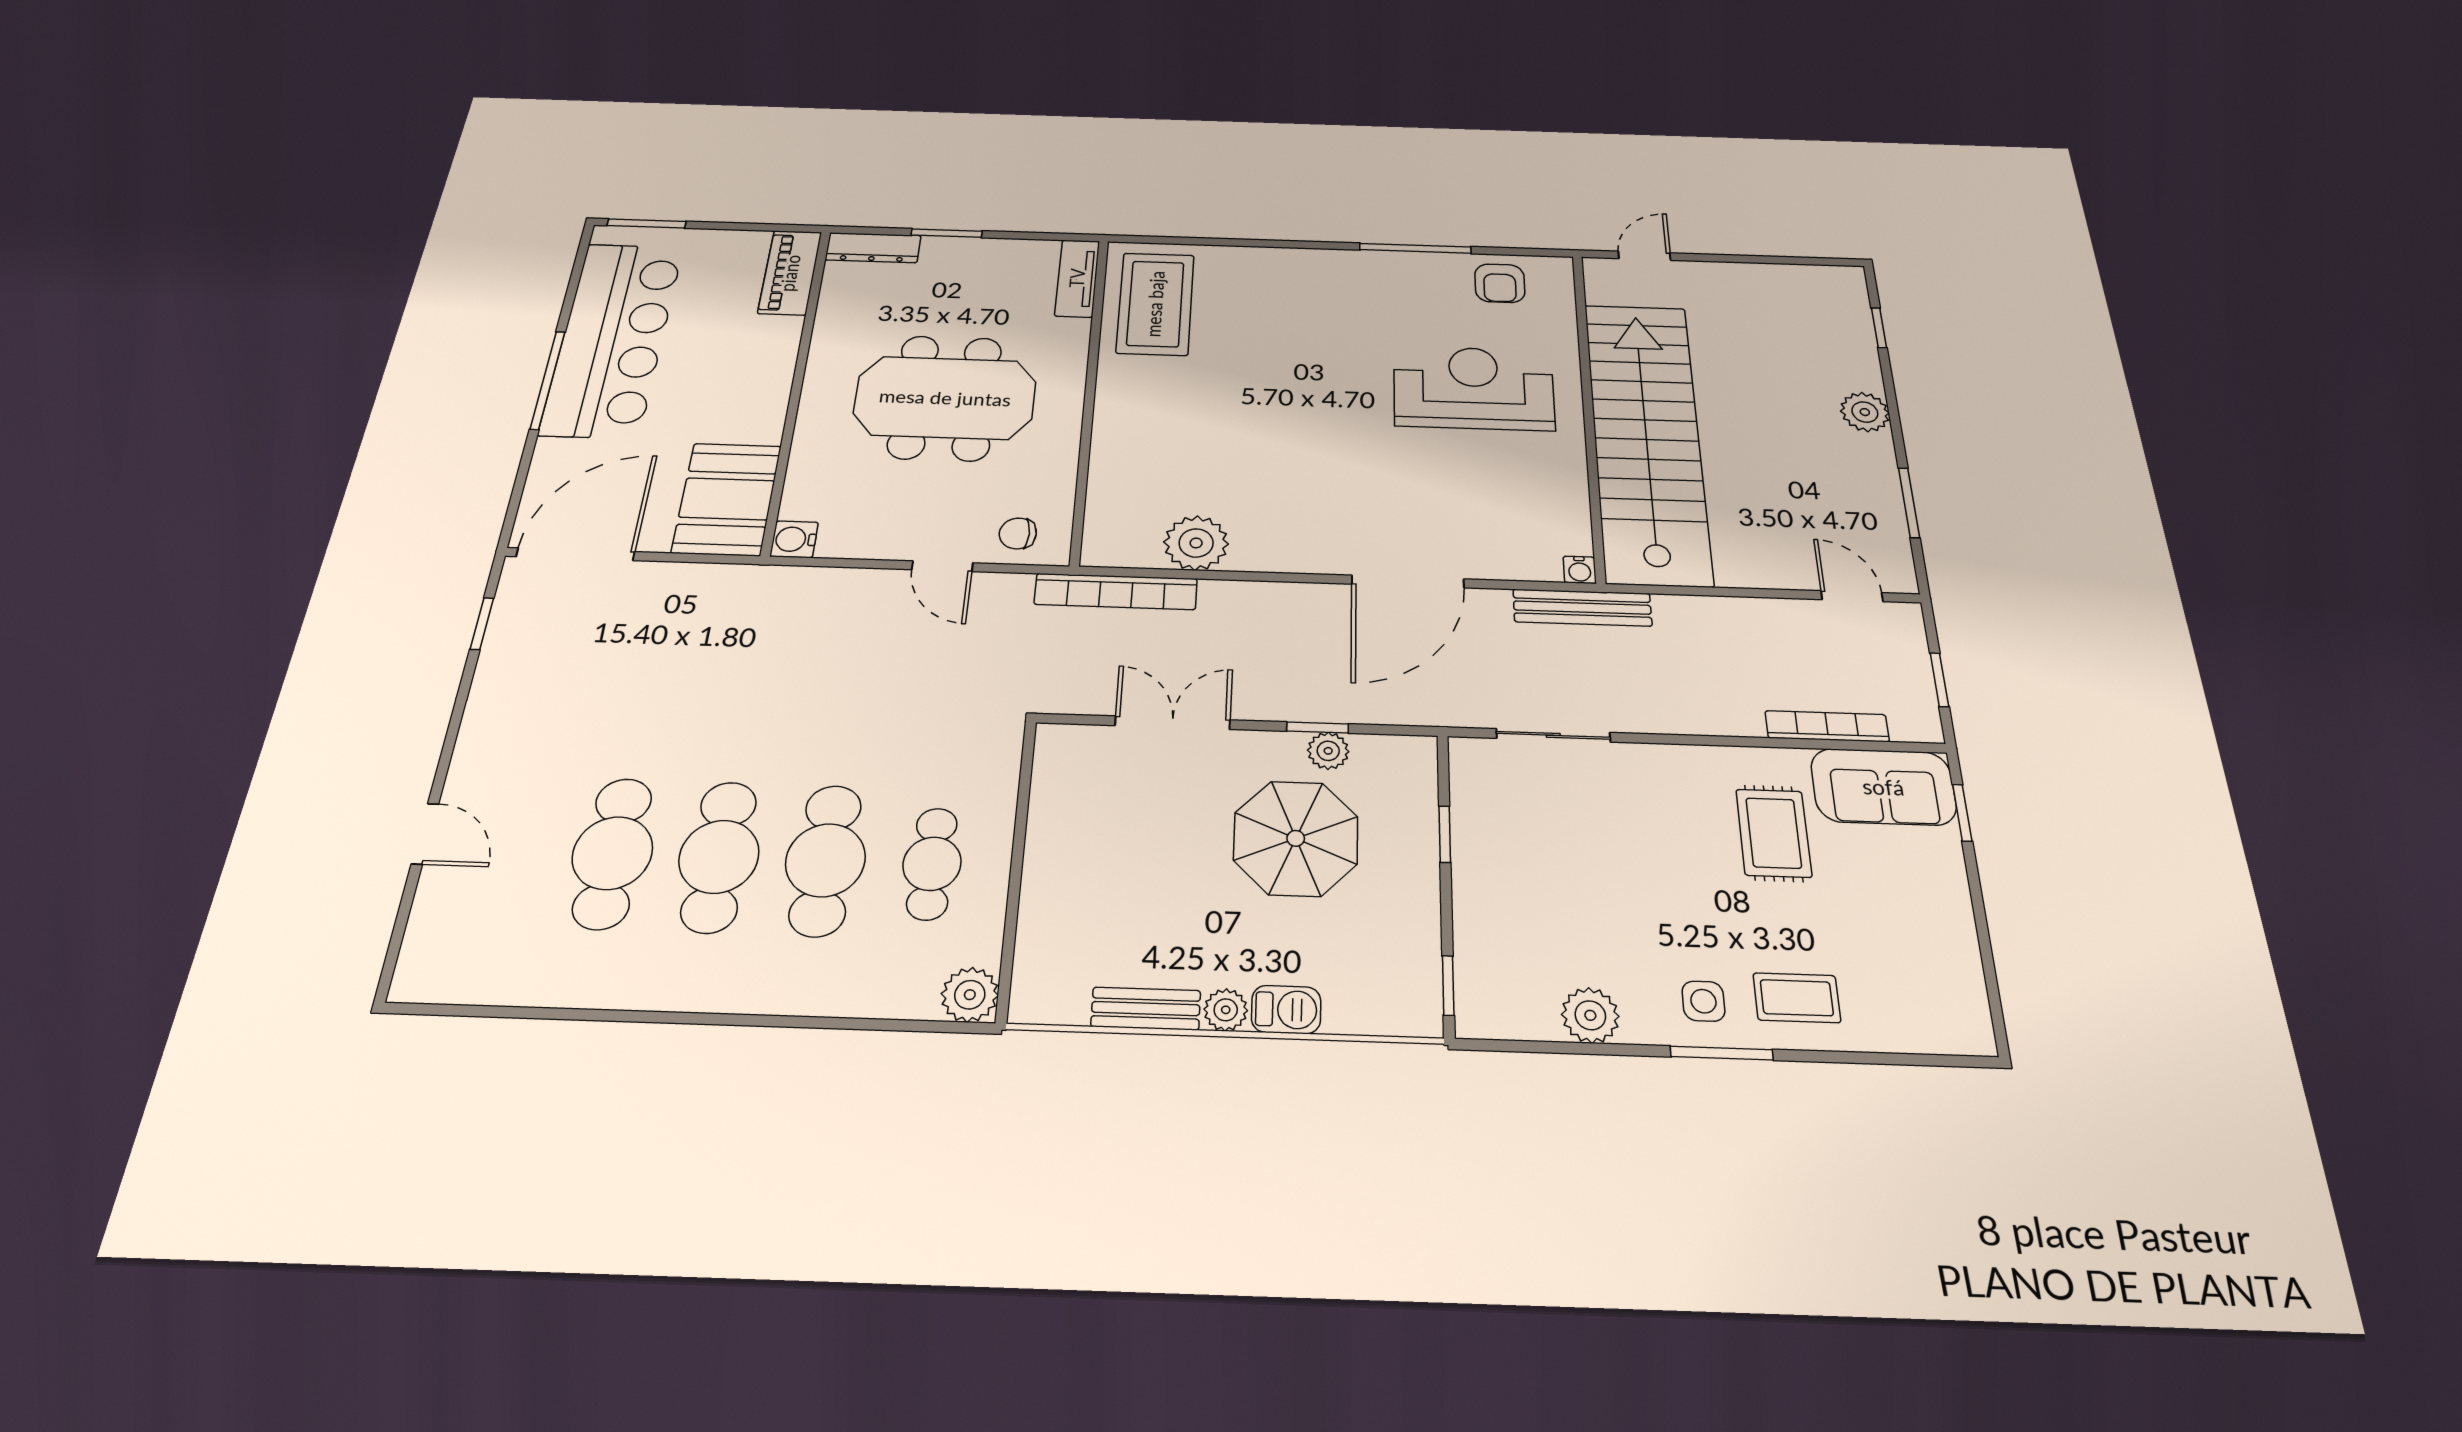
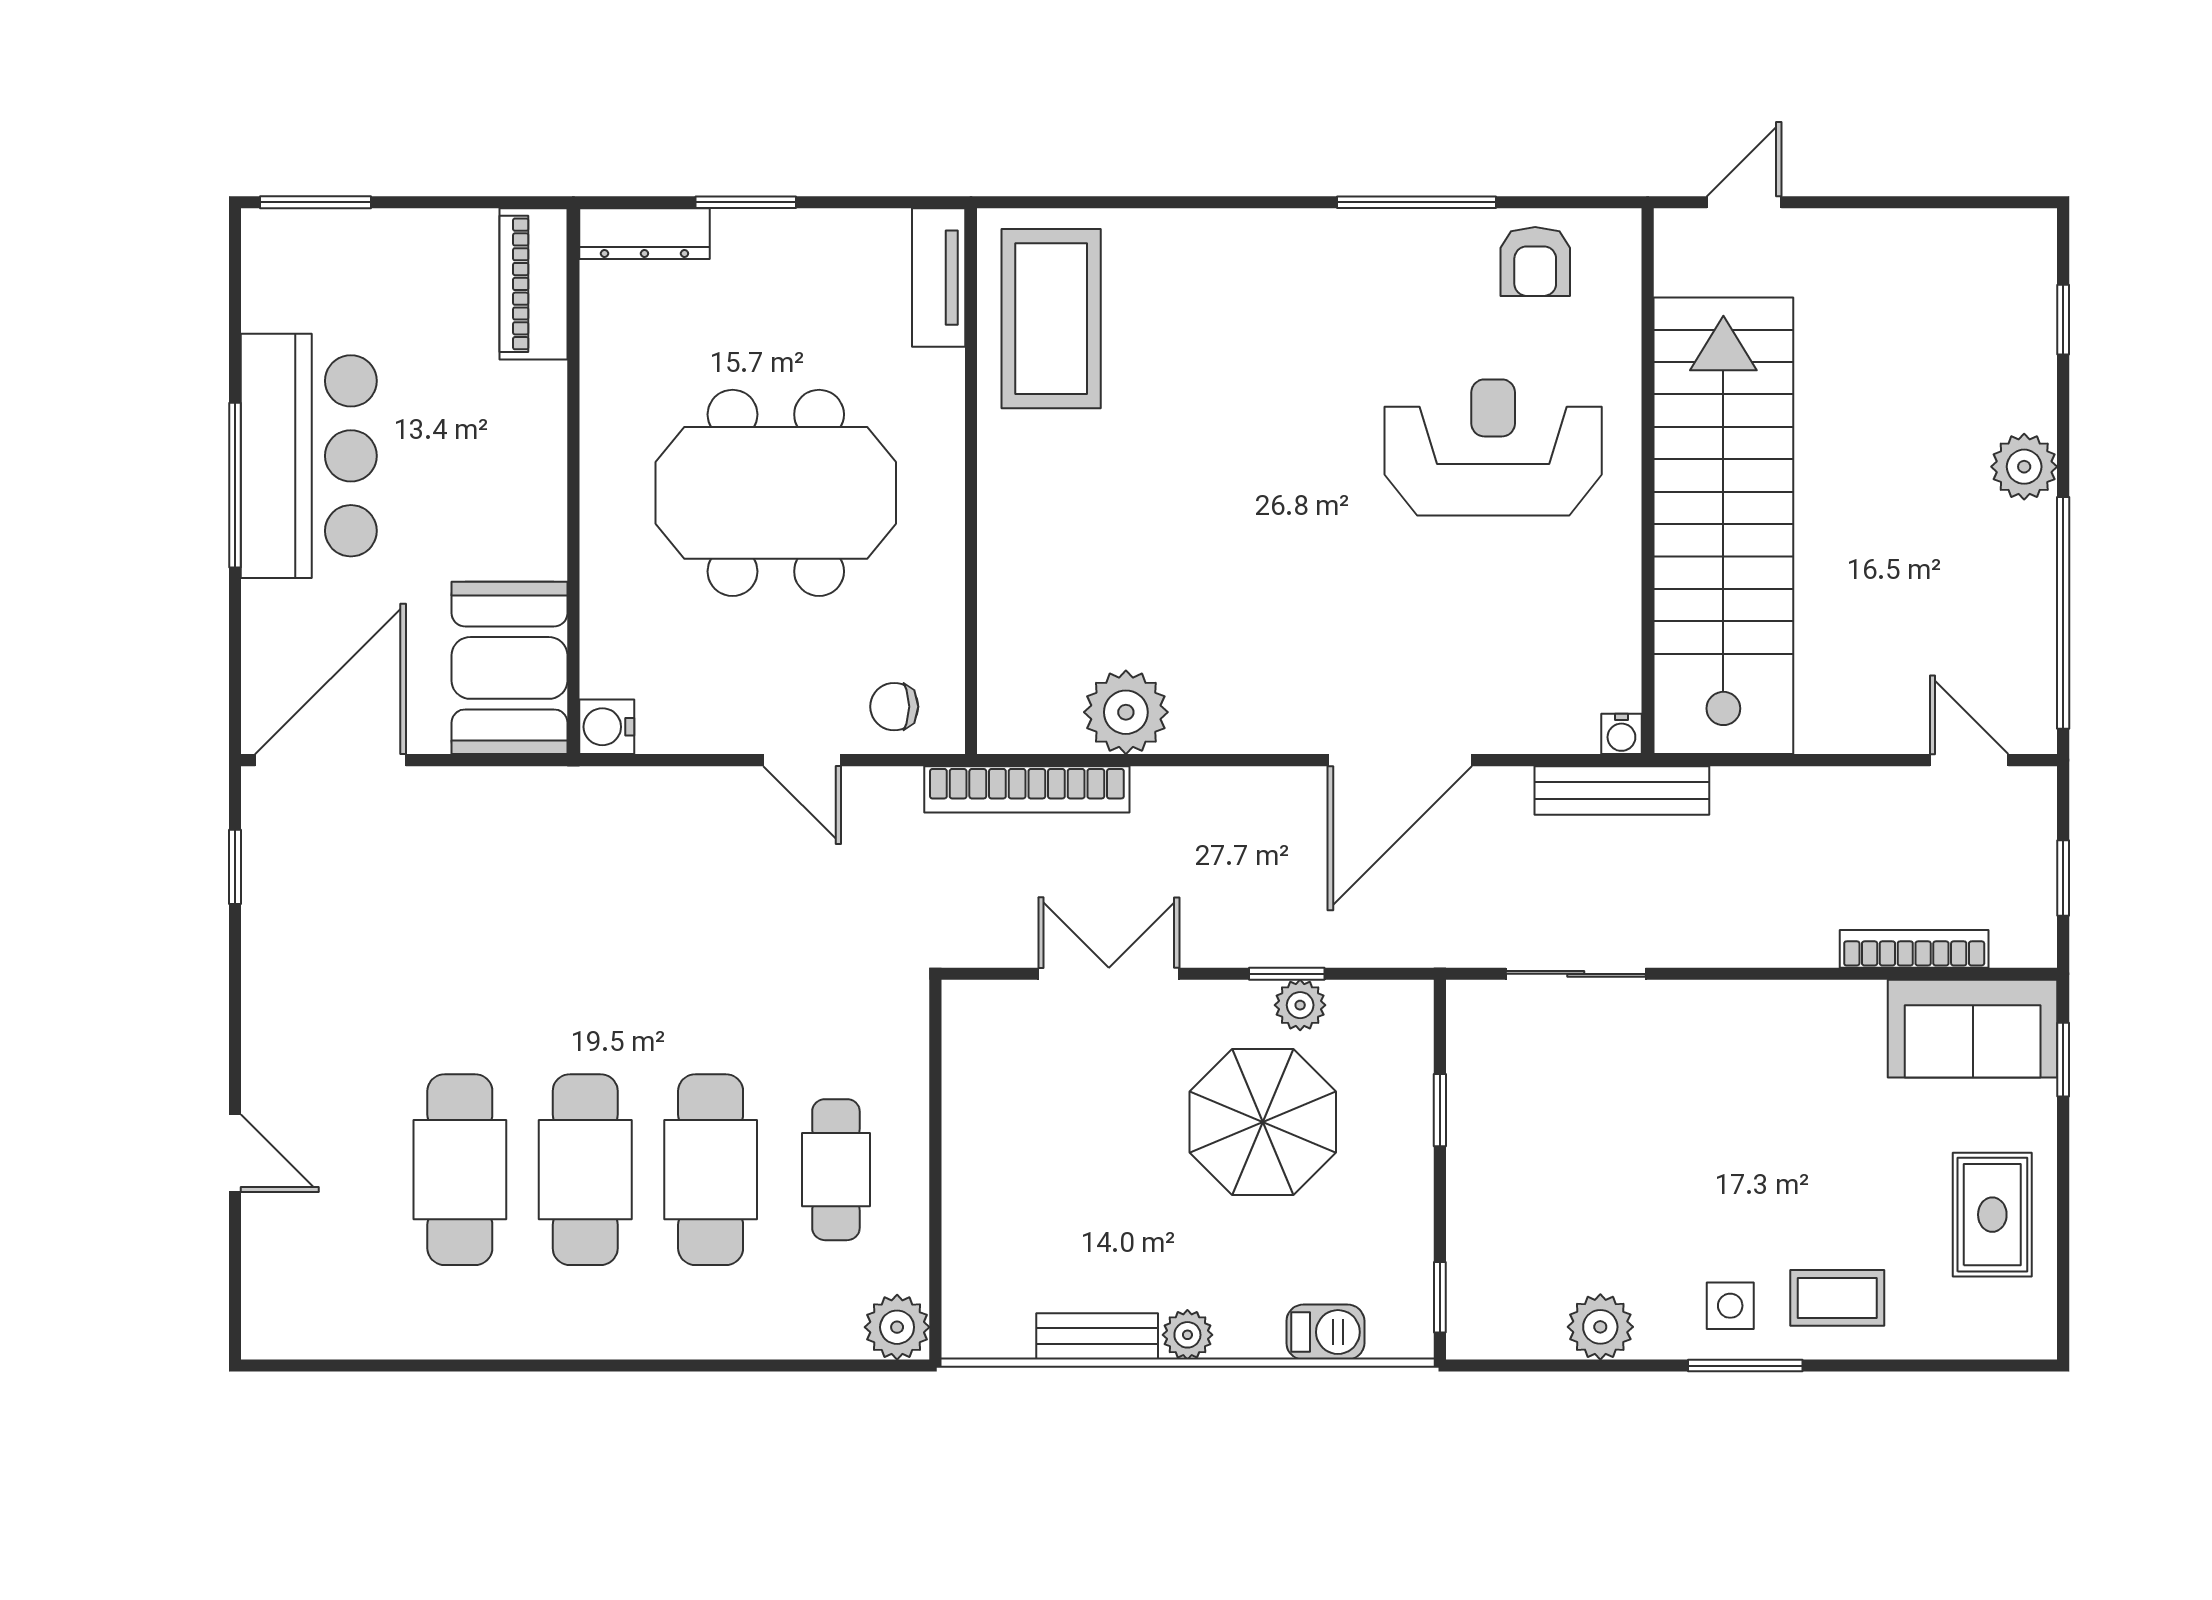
bar counter: (613, 339) -> (309, 456), width x0.73
window: (1909, 503) -> (2063, 613), width x2.11
rug: (1774, 833) -> (1992, 1215), moved
barbecue: (1286, 1010) -> (1325, 1332), moved

